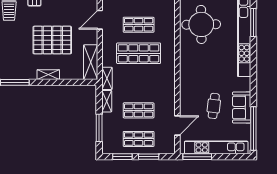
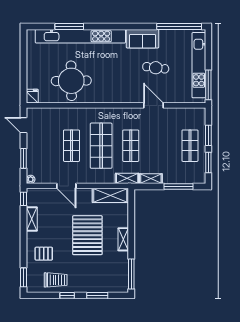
sofa: (242, 107) -> (143, 39), moved
shop shelf: (139, 110) -> (131, 146), moved
door: (177, 126) -> (153, 105), moved

